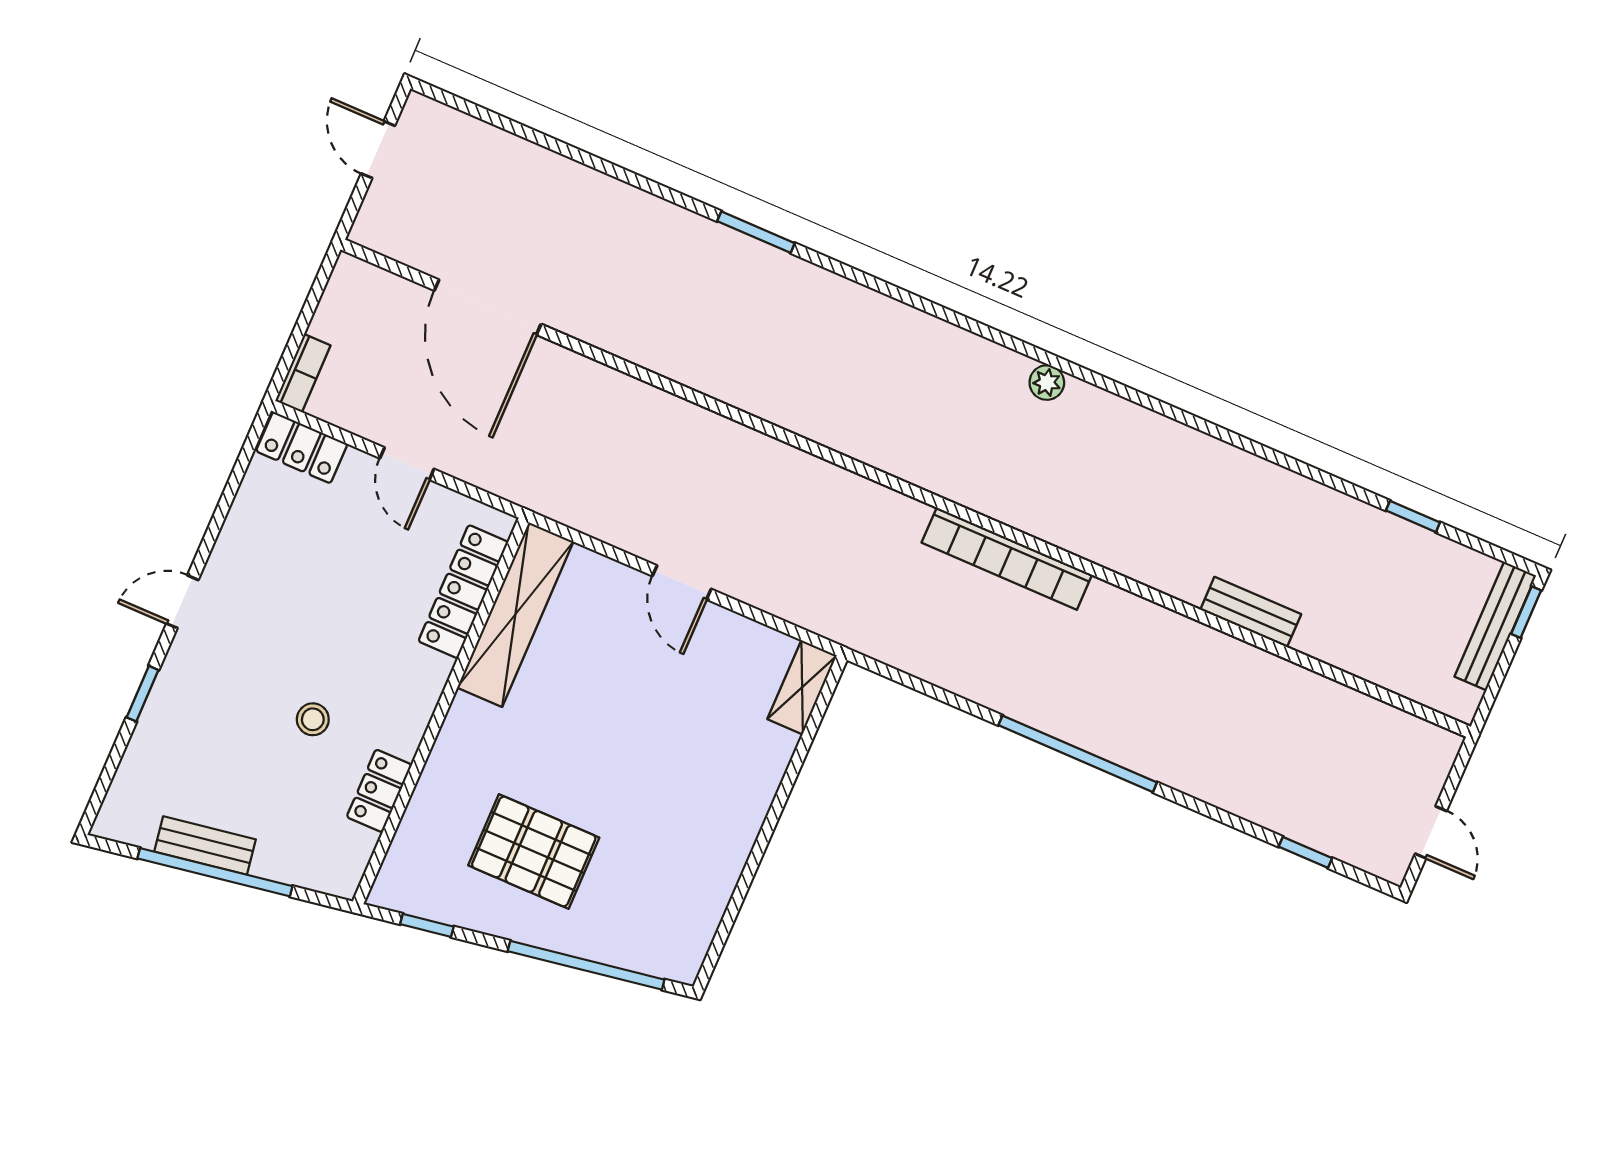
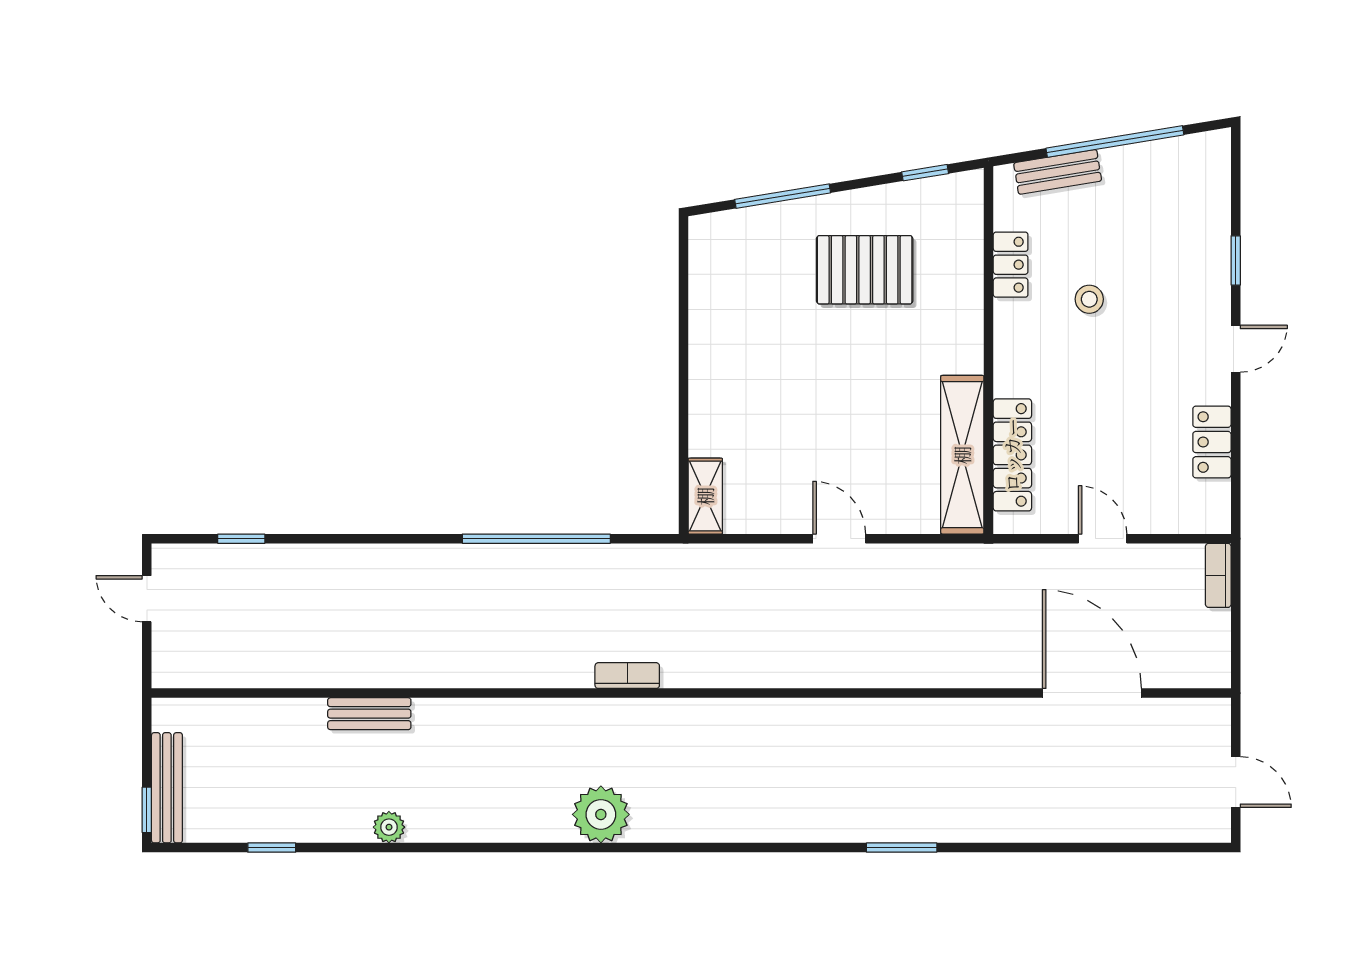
plant: (1047, 383) -> (601, 814), width x1.88, depth x1.88
locker: (302, 448) -> (1212, 442), moved, turned -90
plant: (1281, 485) -> (389, 827), added
bookcase: (1007, 559) -> (627, 676), width x0.43, depth x0.76
window: (1078, 754) -> (536, 539), moved
bench: (205, 846) -> (1058, 172), moved
window: (586, 965) -> (783, 196), width x0.68

